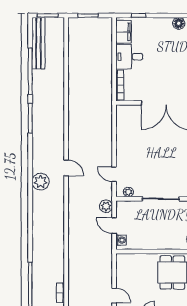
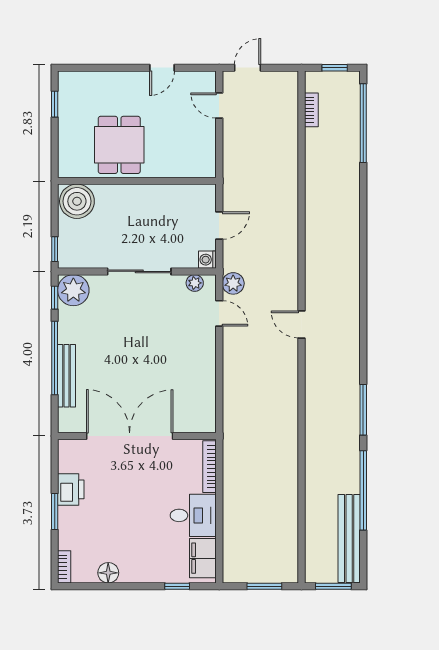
plant: (40, 182) -> (346, 301), removed
plant: (106, 206) -> (233, 283), moved
door: (114, 226) -> (219, 225), hinge flipped
washing machine: (121, 240) -> (207, 260), moved

